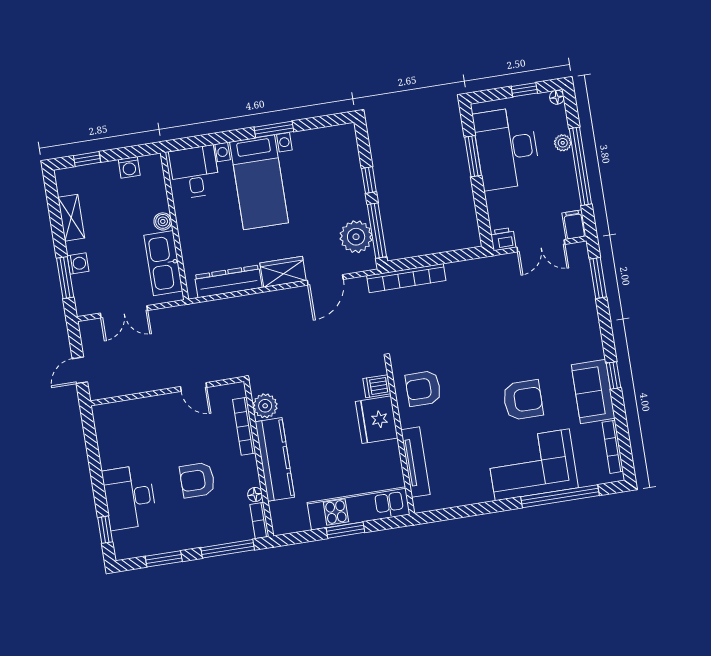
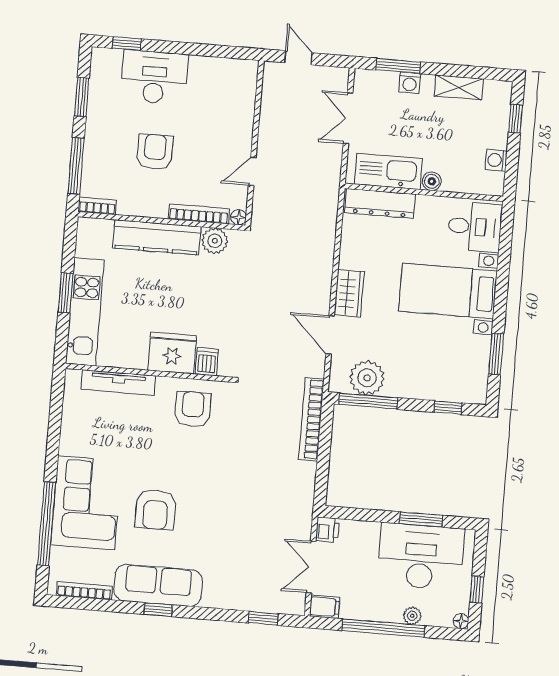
window: (274, 129) -> (496, 354), moved
window: (369, 180) -> (448, 408), moved
window: (598, 278) -> (263, 618), width x0.67
dresser: (228, 281) -> (380, 203), moved, turned 90
sofa: (593, 392) -> (158, 585), width x1.36
floor lamp: (255, 495) -> (239, 217), moved

